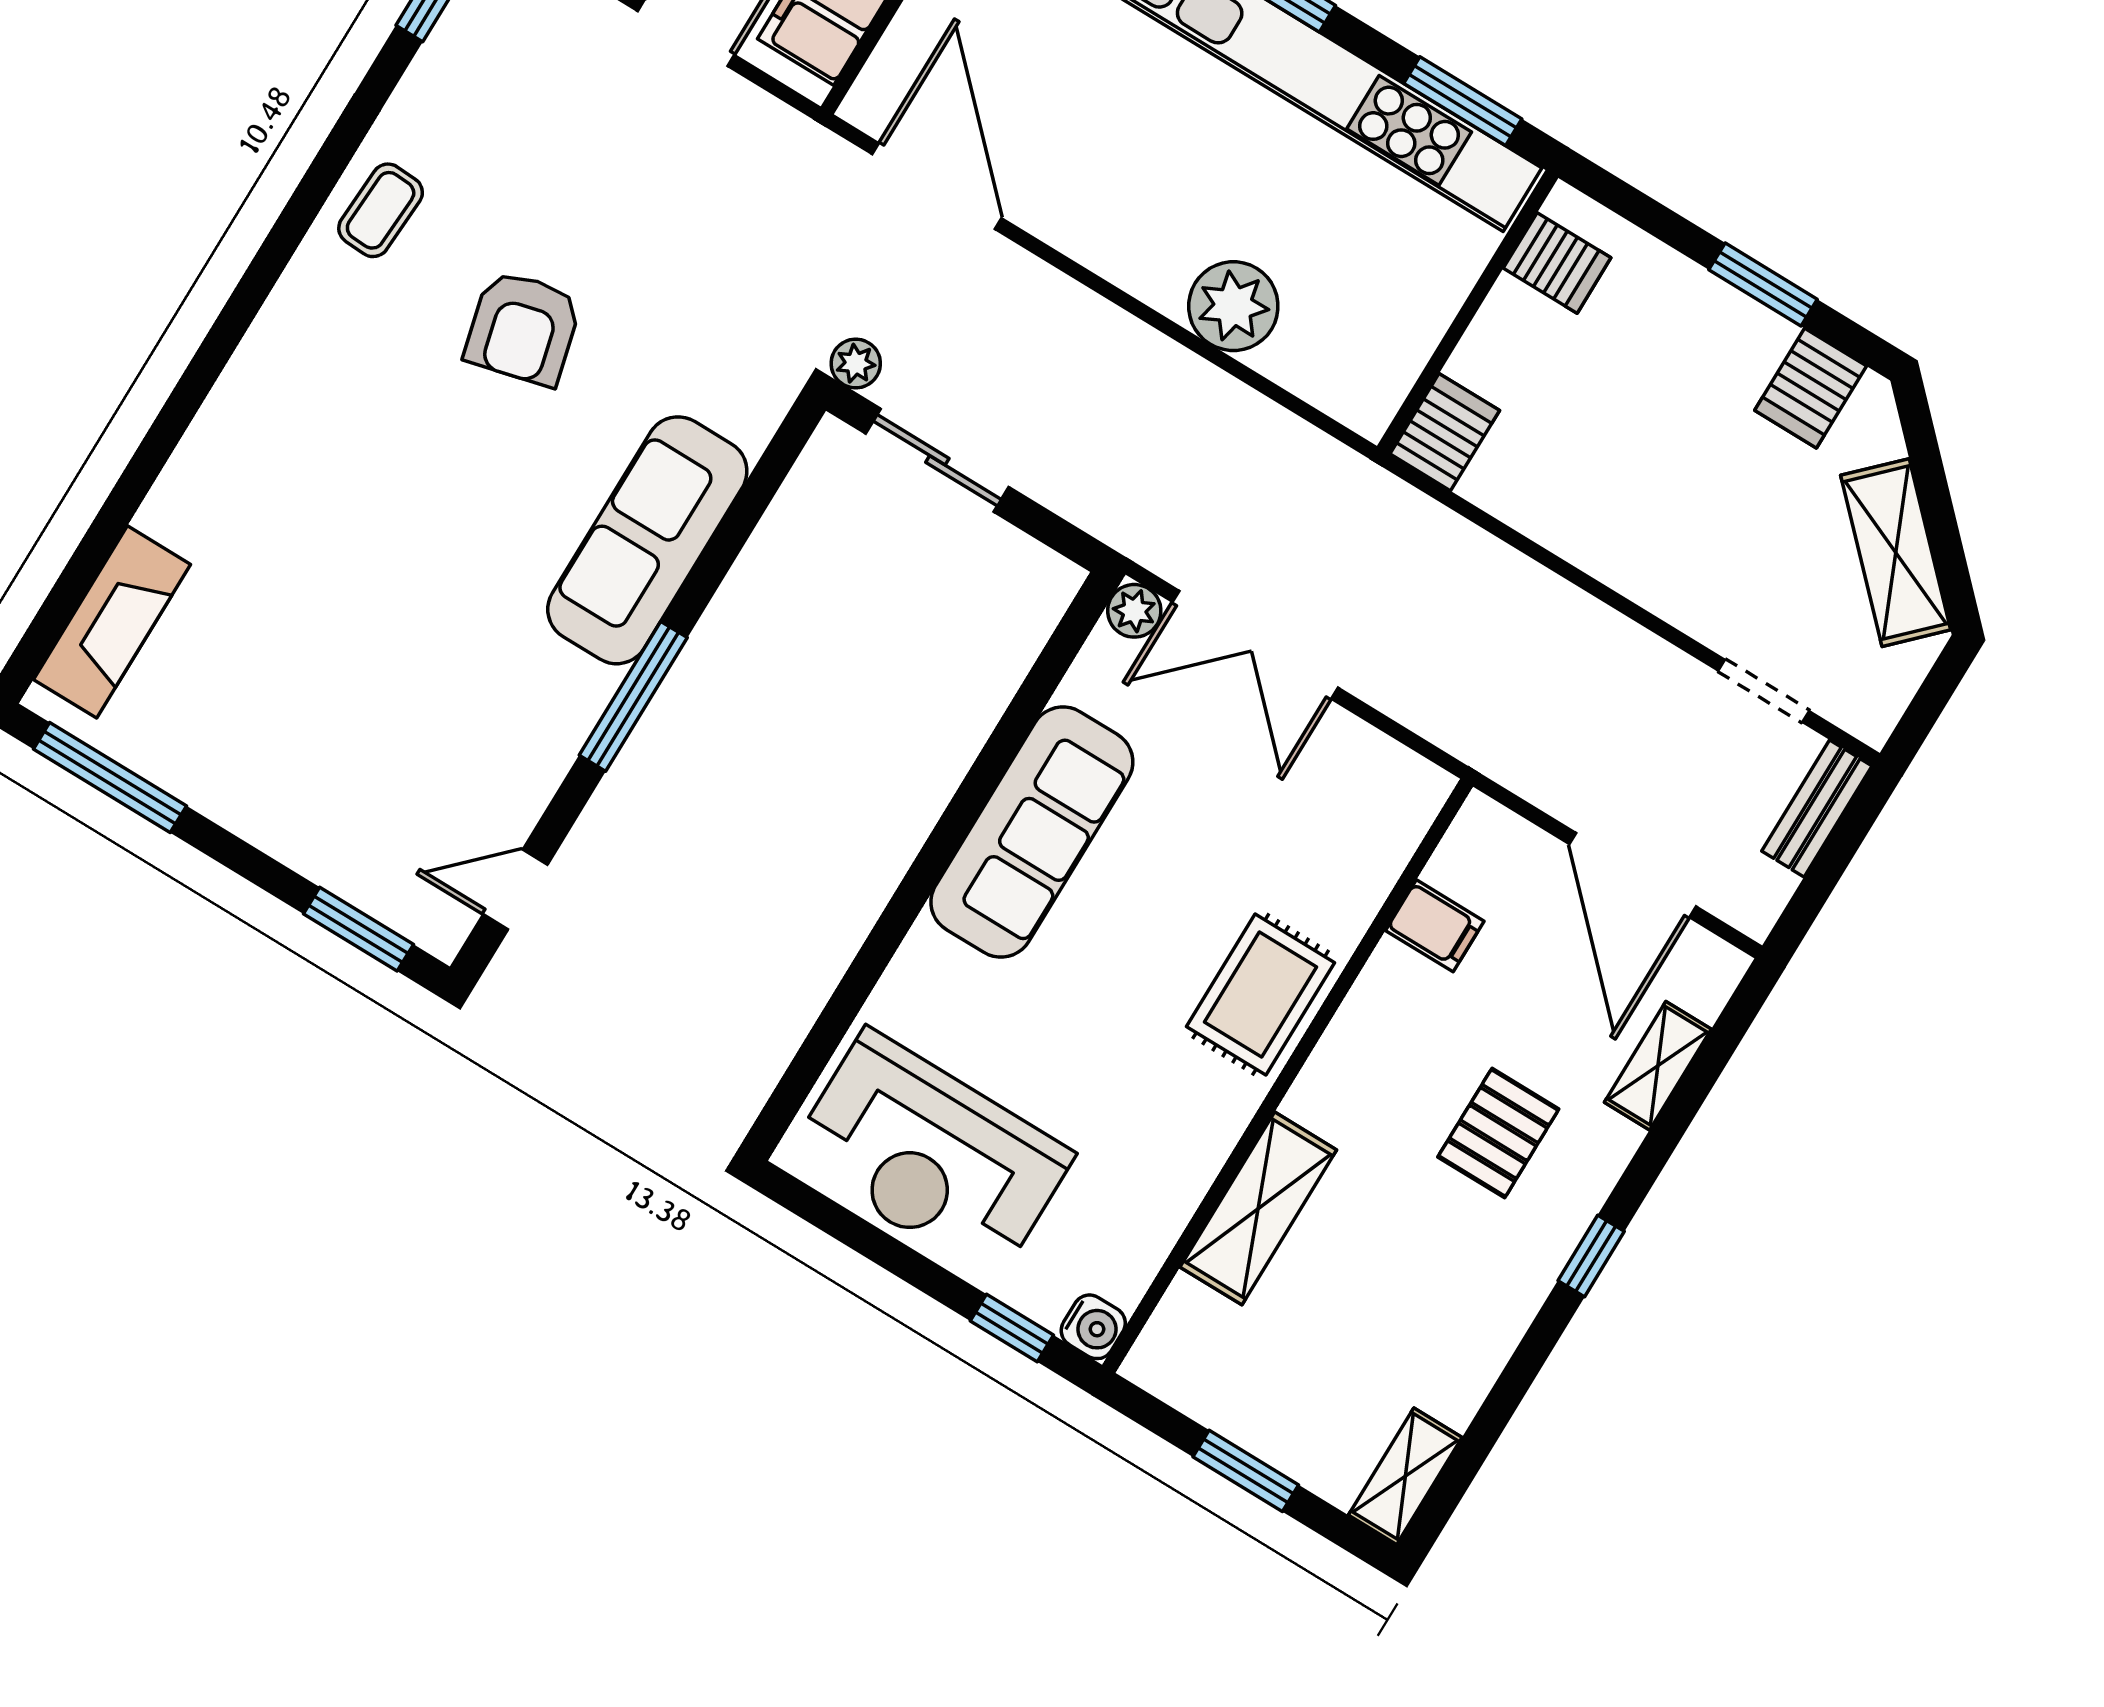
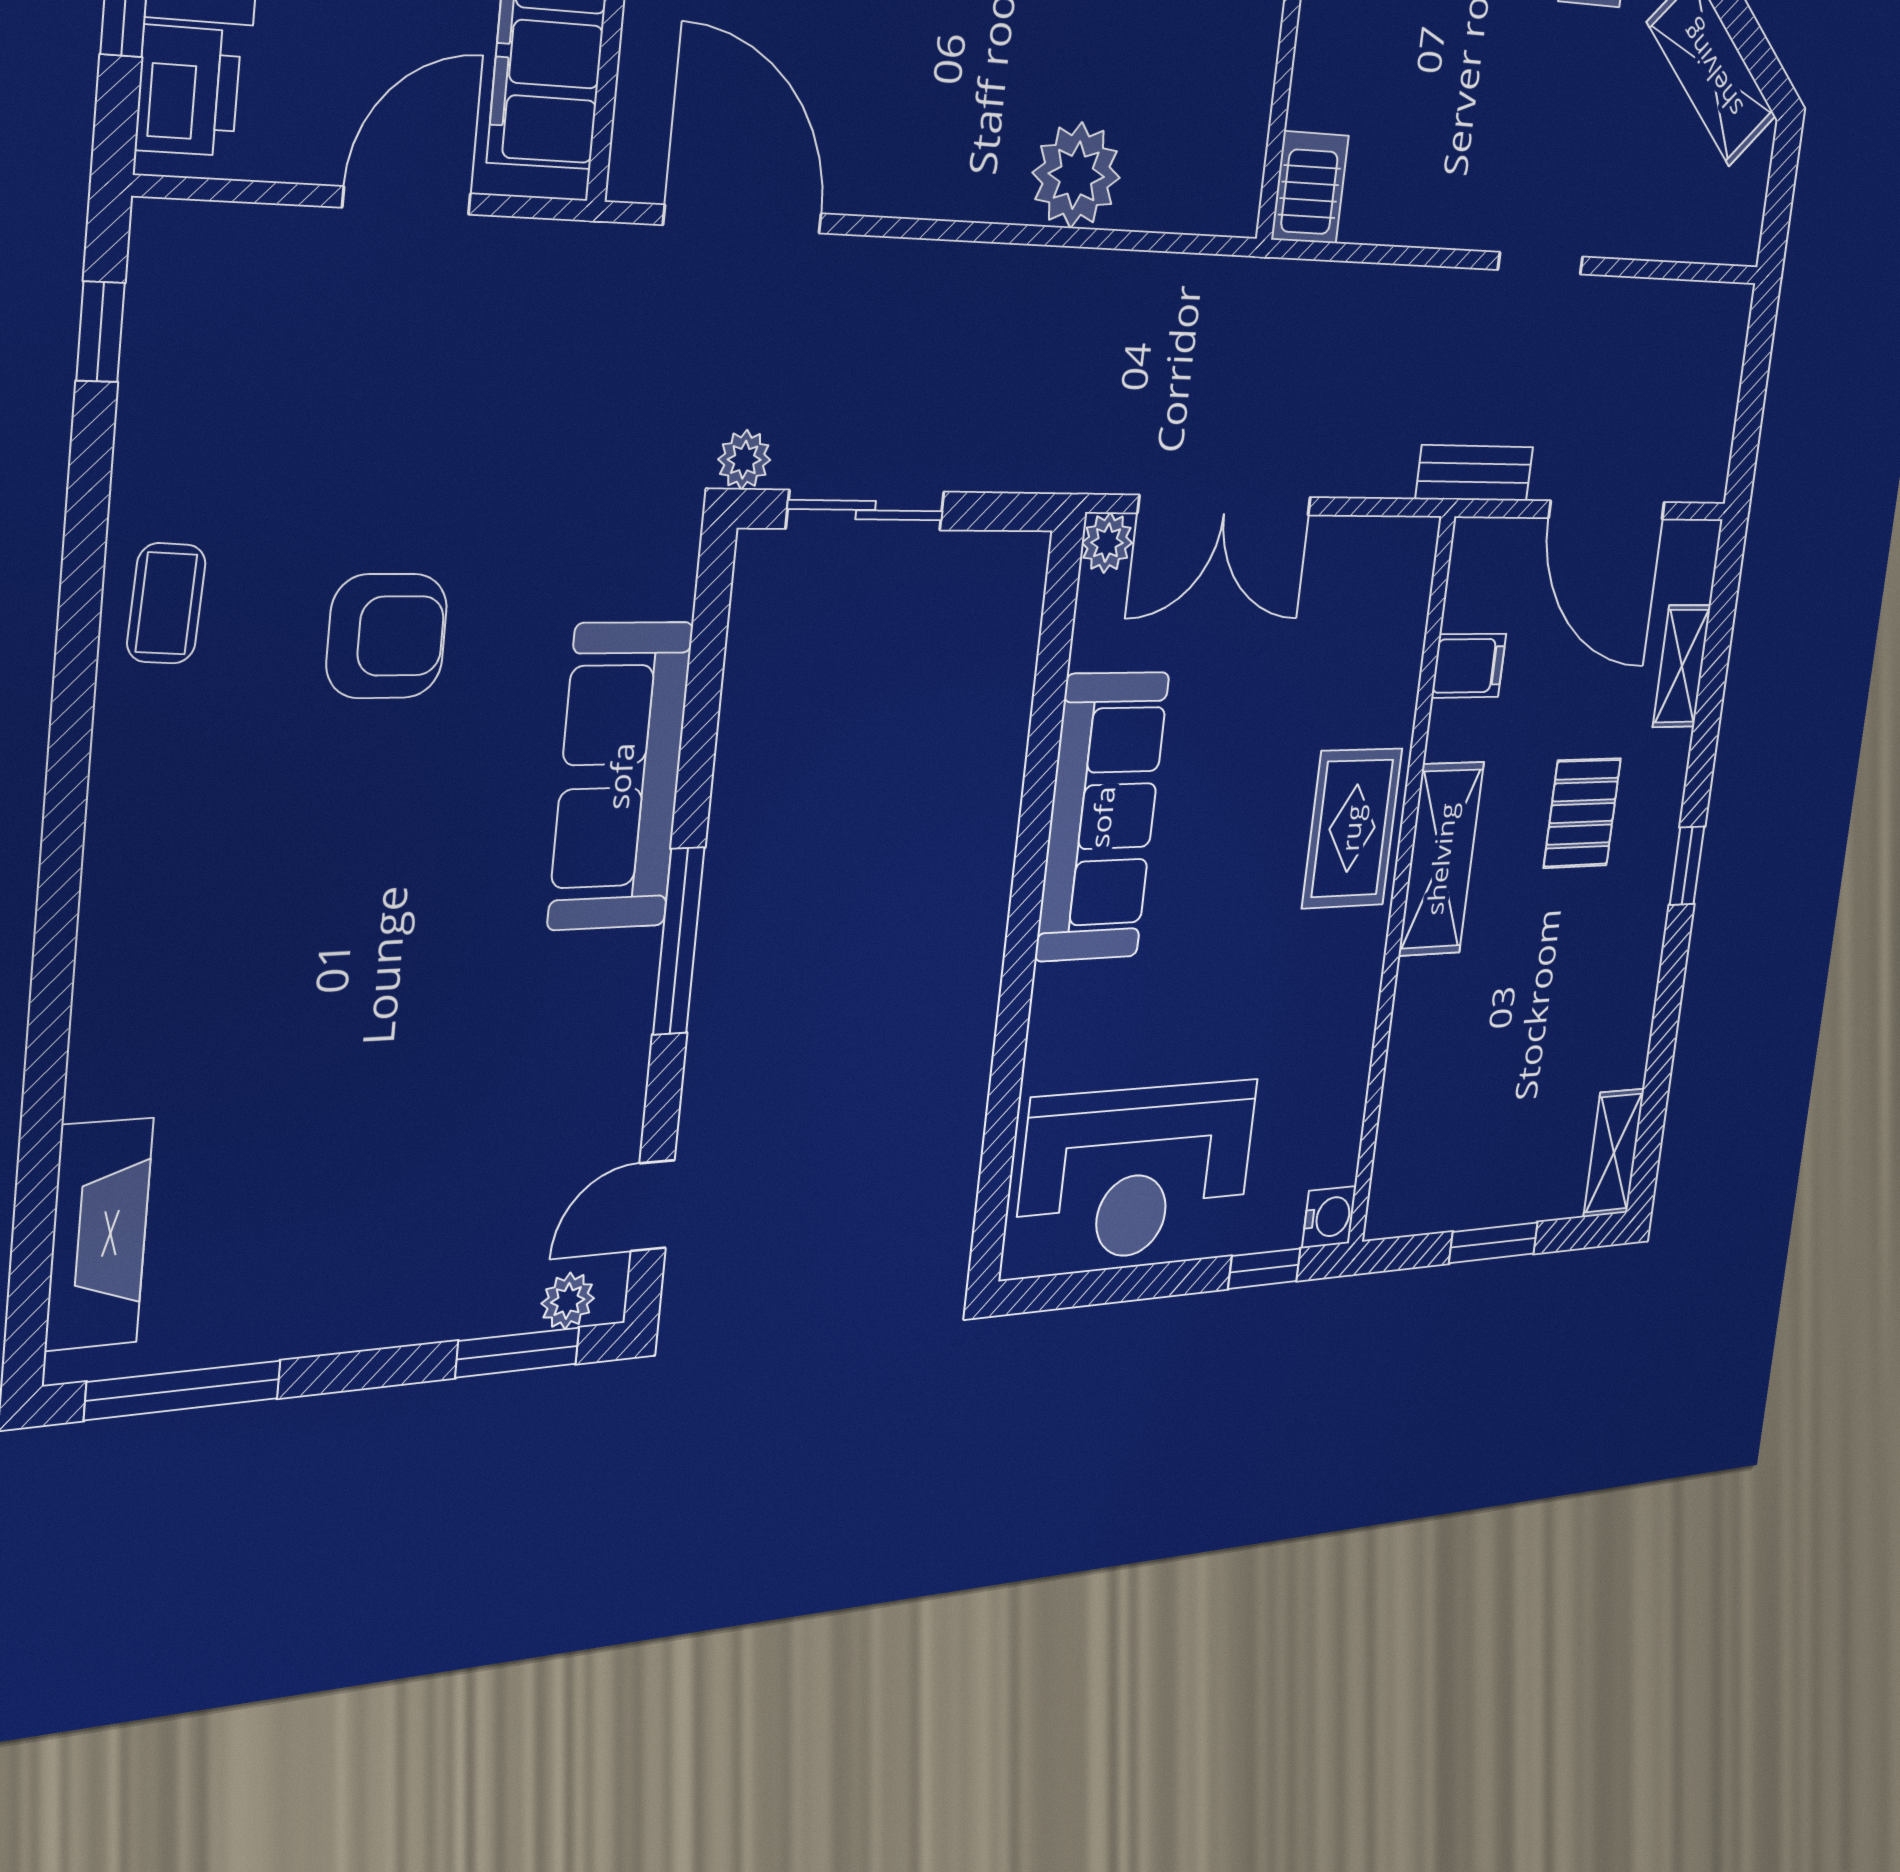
armchair: (523, 328) -> (387, 636), turned -76
doorway: (1764, 691) -> (1541, 263), moved
bench: (1817, 808) -> (1474, 473), moved, turned 90
plant: (415, 917) -> (568, 1301), added
shelving: (1258, 1208) -> (1441, 859), moved

